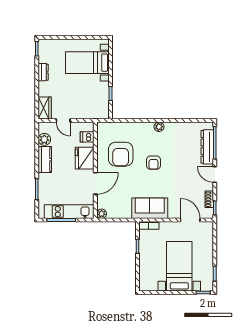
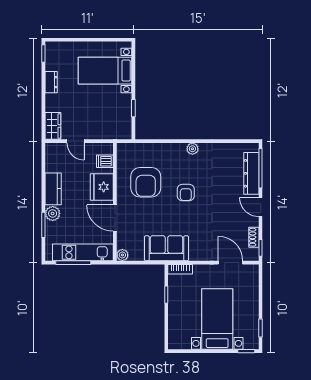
plant: (44, 139) -> (53, 213), moved
door: (95, 183) -> (115, 218), swing flipped
sofa: (150, 208) -> (166, 248), moved

